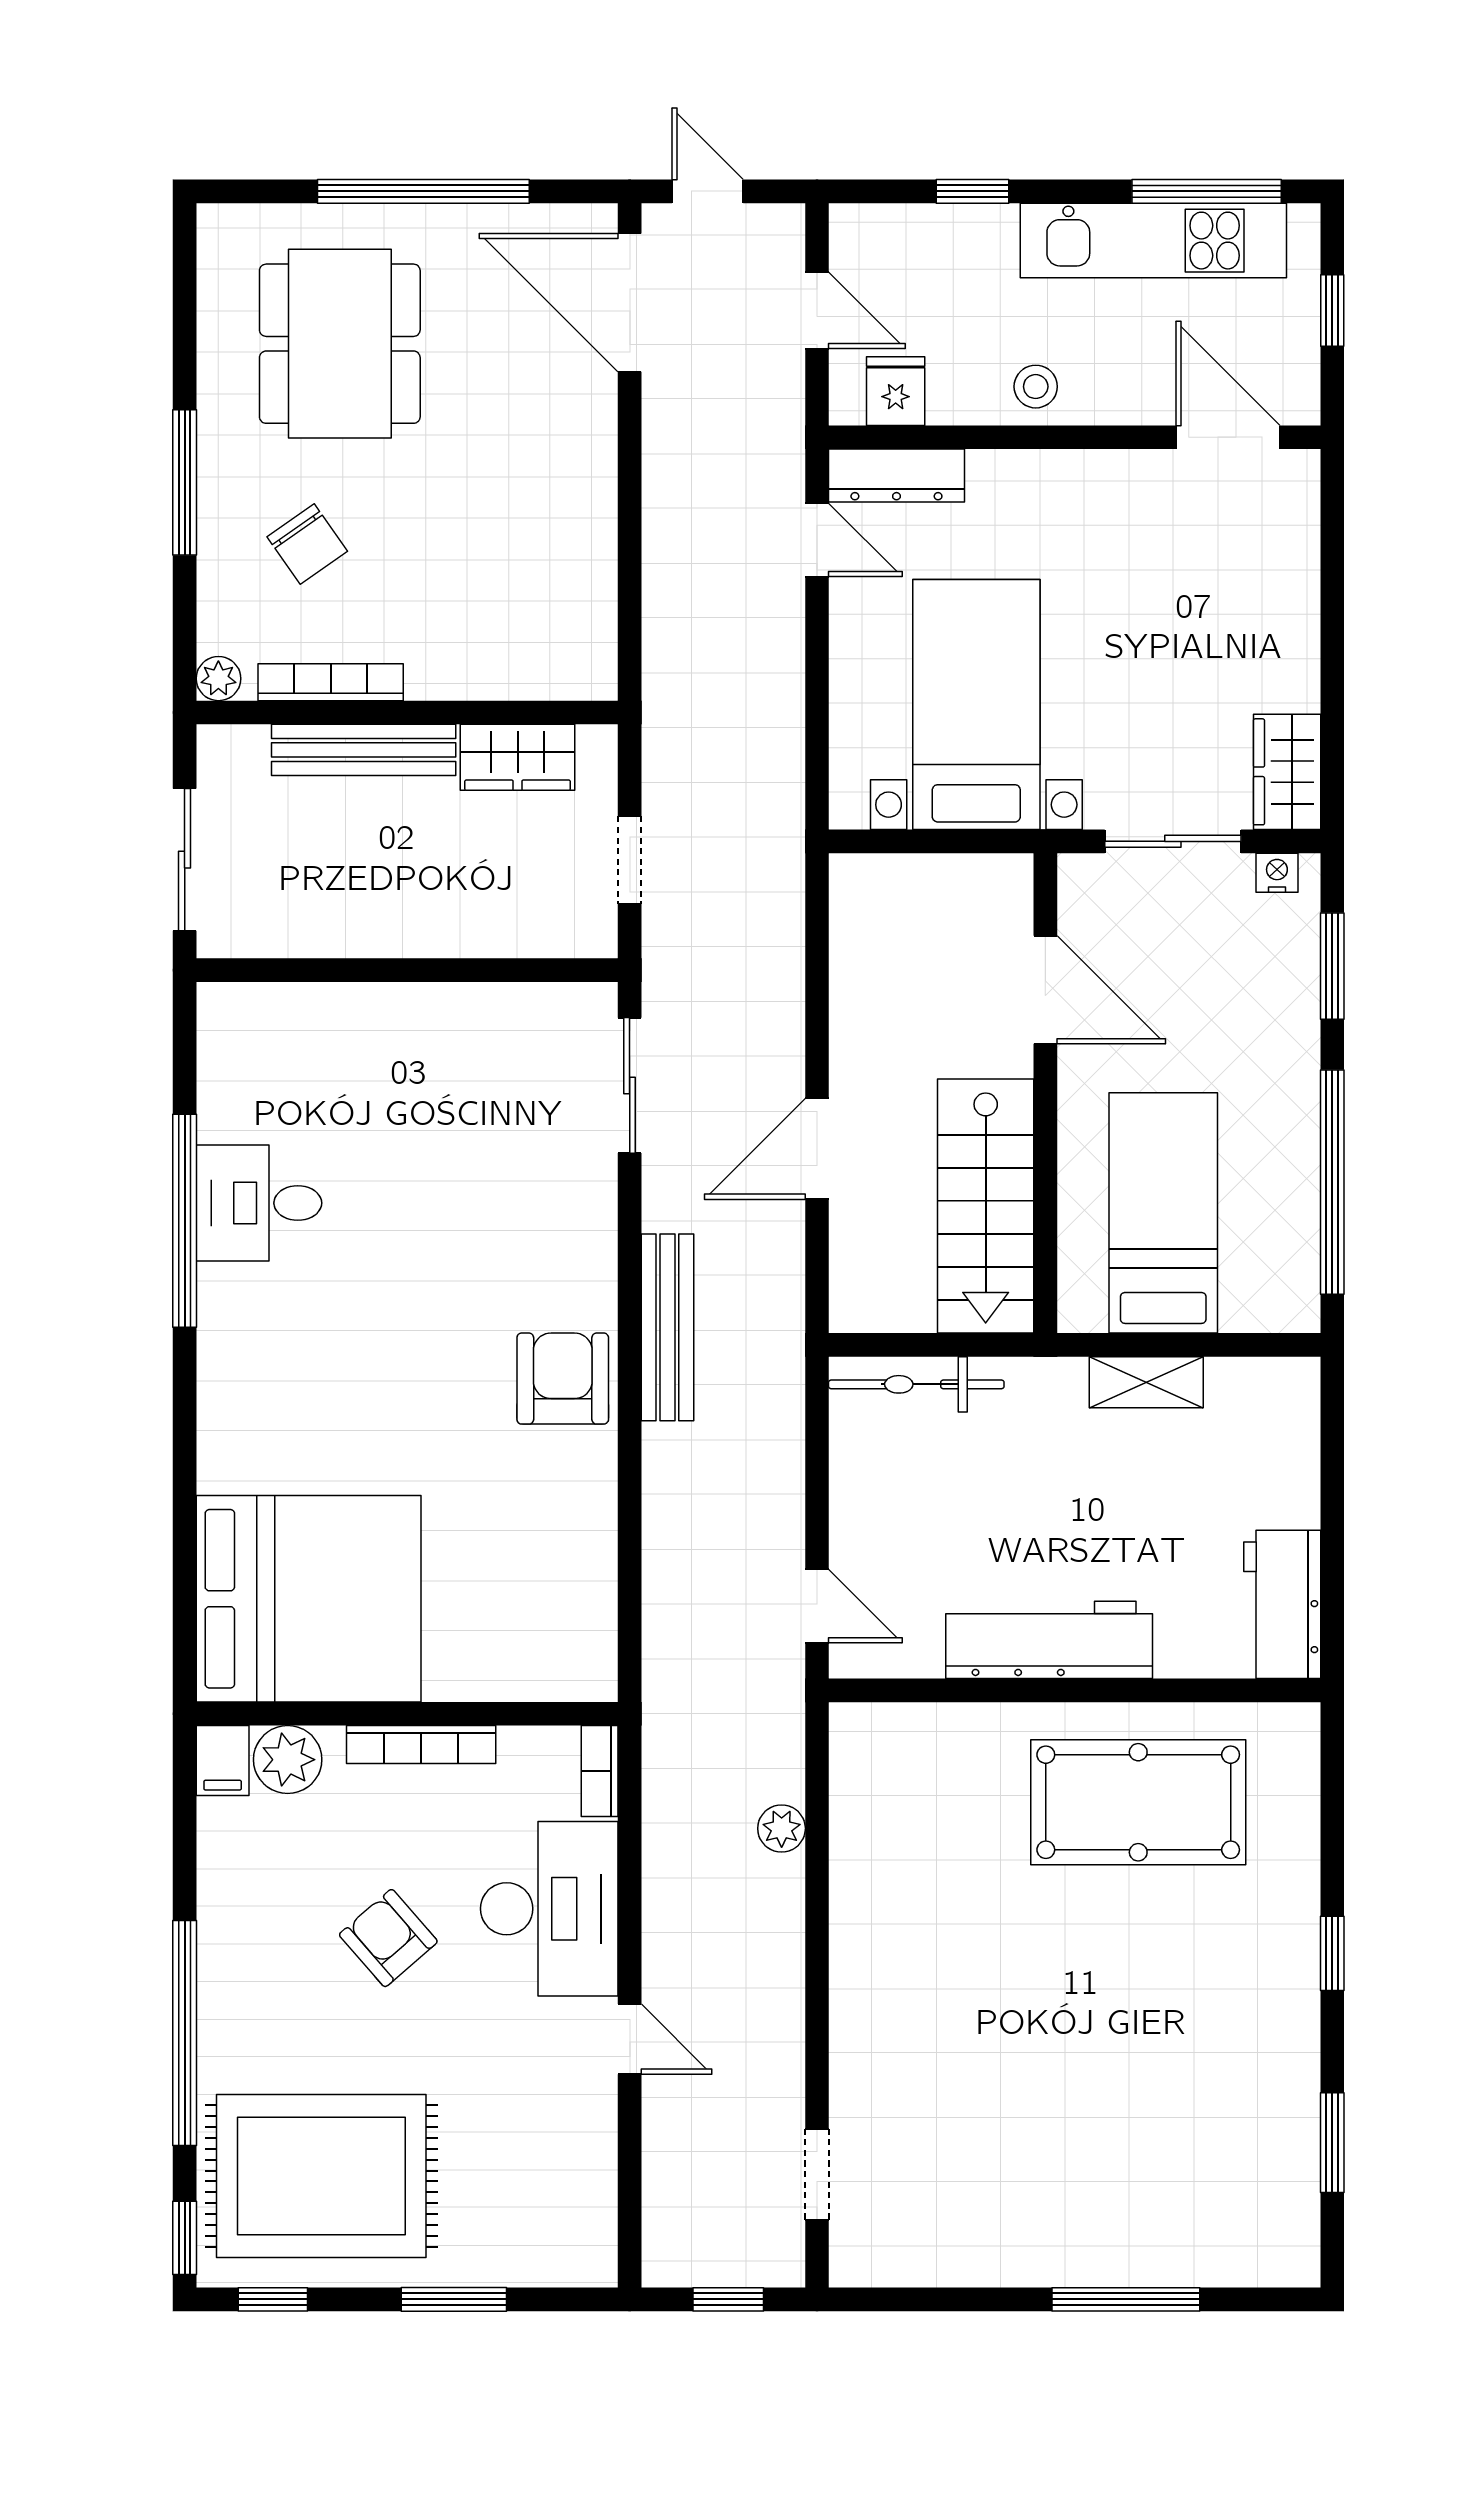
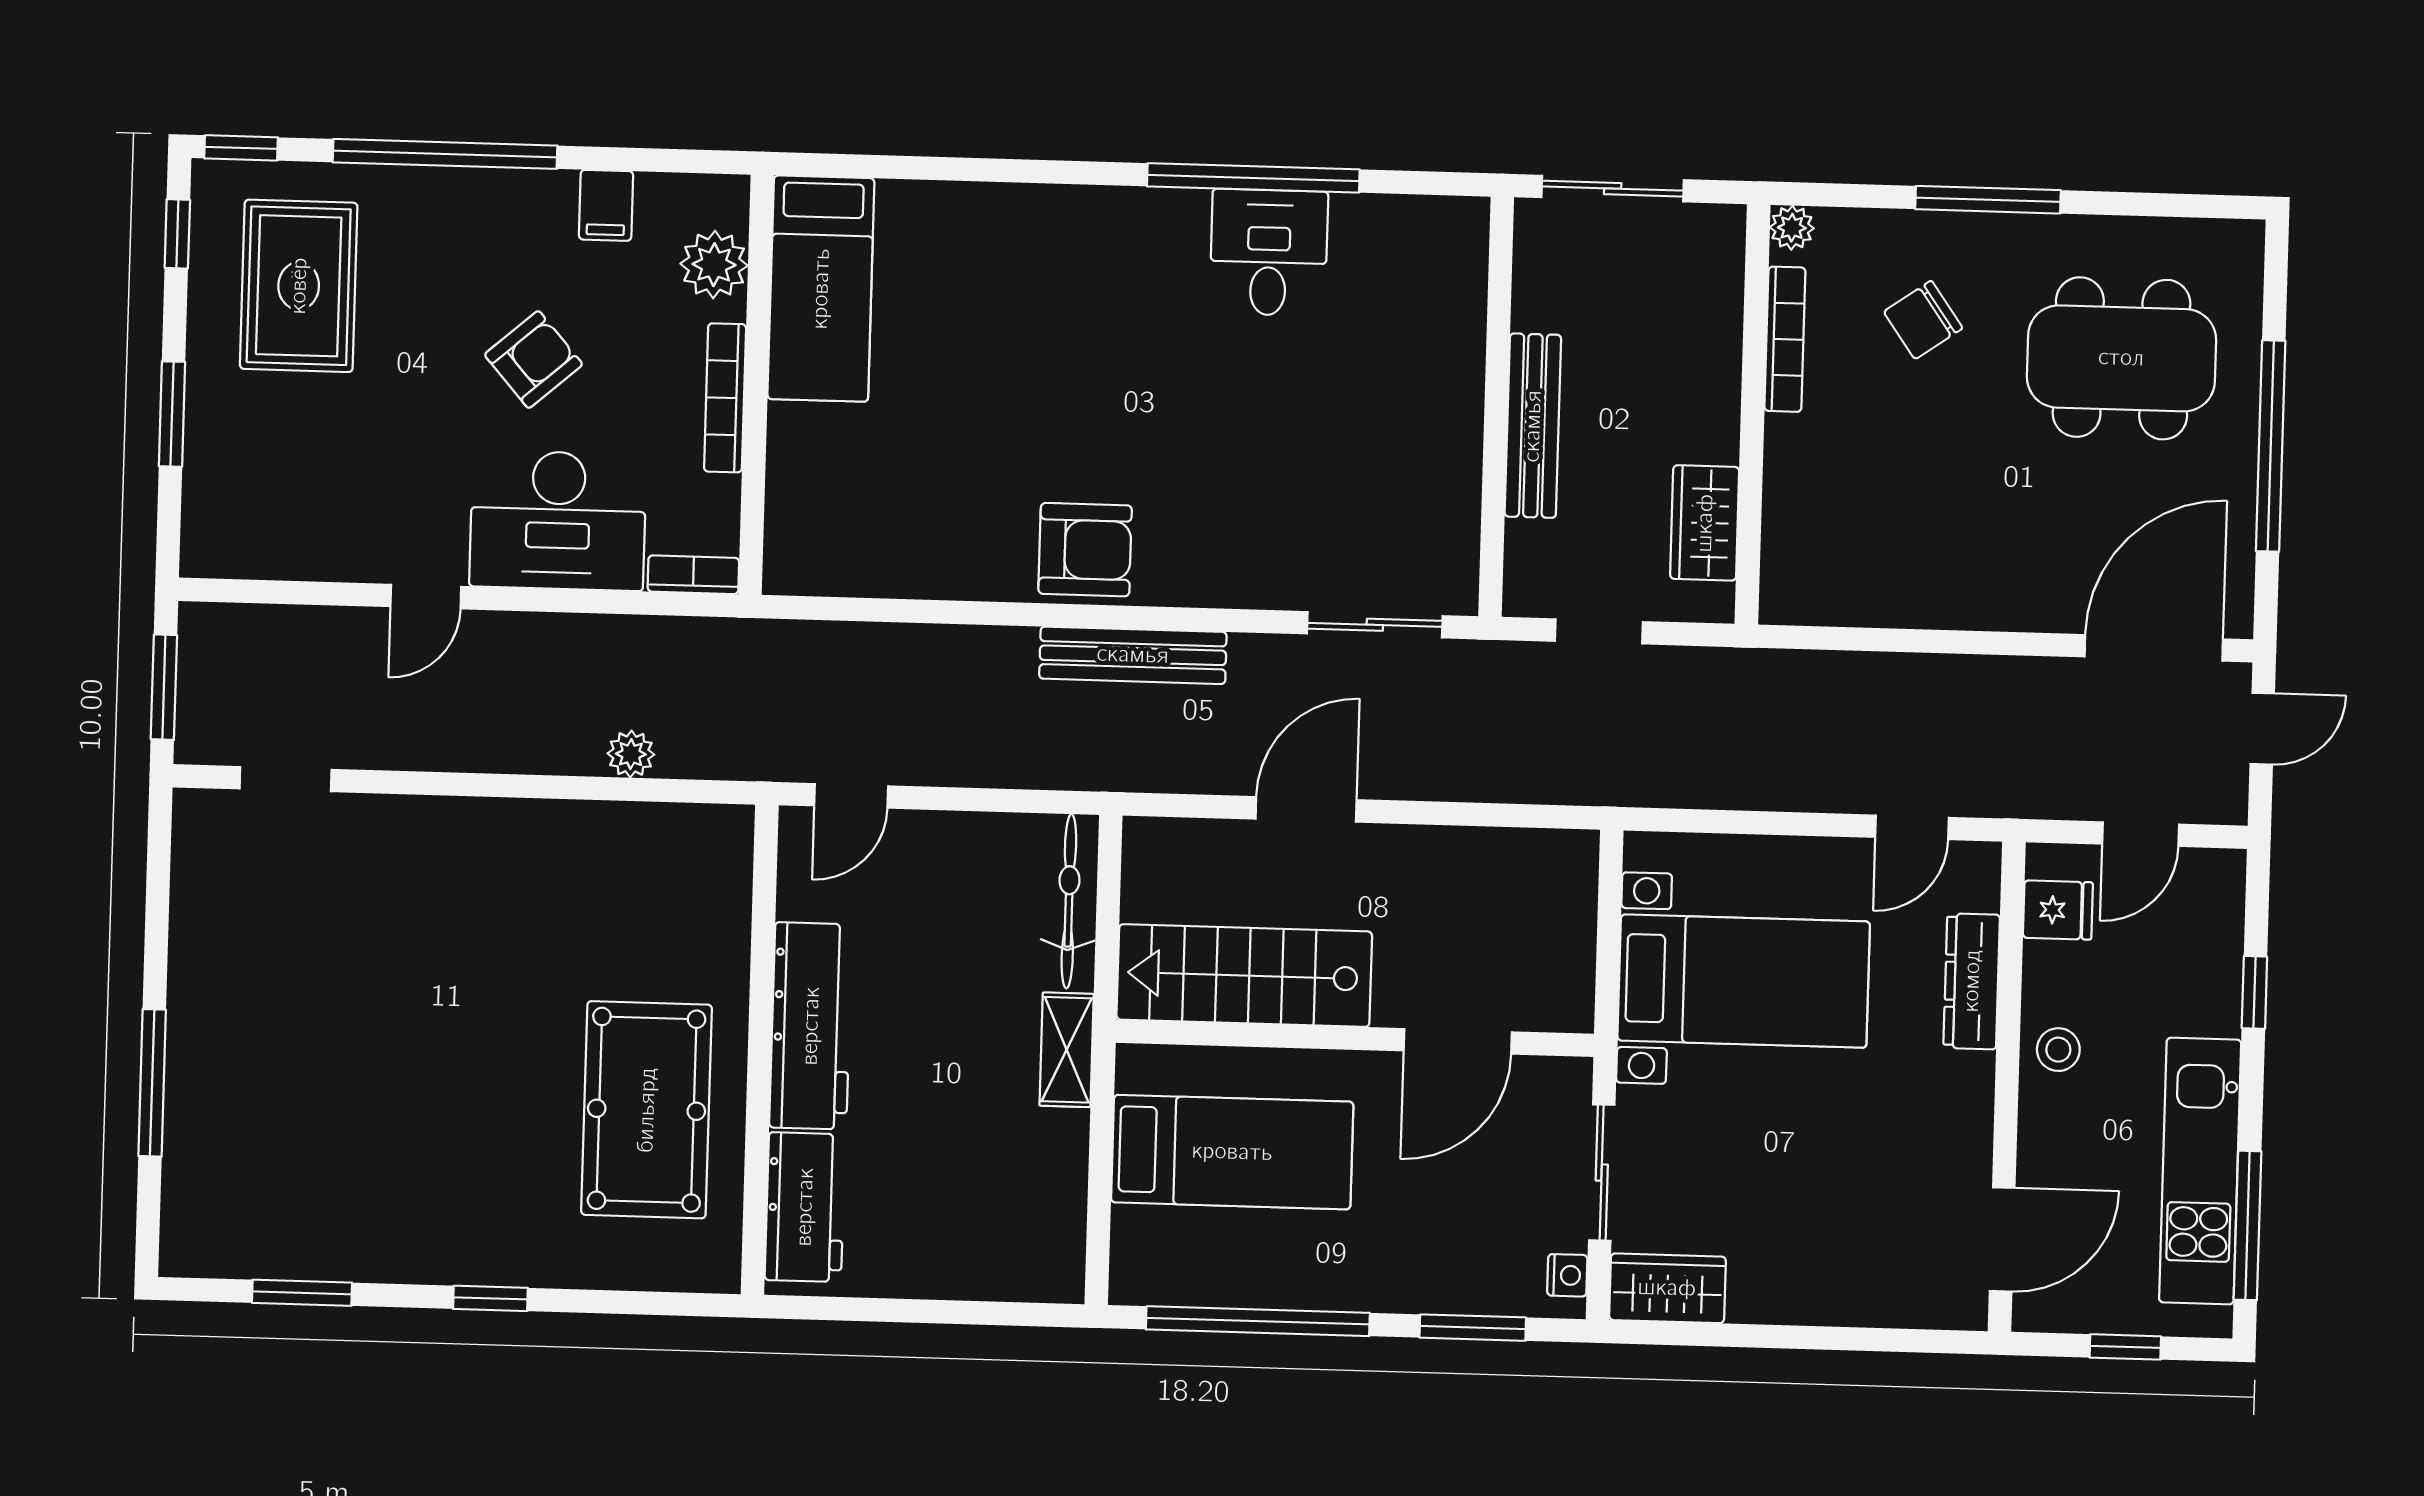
dresser: (896, 476) -> (1972, 981), moved
bench: (364, 750) -> (1533, 426), moved
door: (817, 1149) -> (1306, 809), hinge flipped
shelving: (1146, 1382) -> (1067, 1050), moved
bed: (309, 1599) -> (821, 289), width x0.49
workbench: (1282, 1604) -> (805, 1207), moved, turned 90
filing cabinet: (223, 1761) -> (606, 205), moved, turned -90
rug: (321, 2176) -> (299, 286), width x0.73, depth x0.69
window: (728, 2299) -> (164, 687), width x1.50

